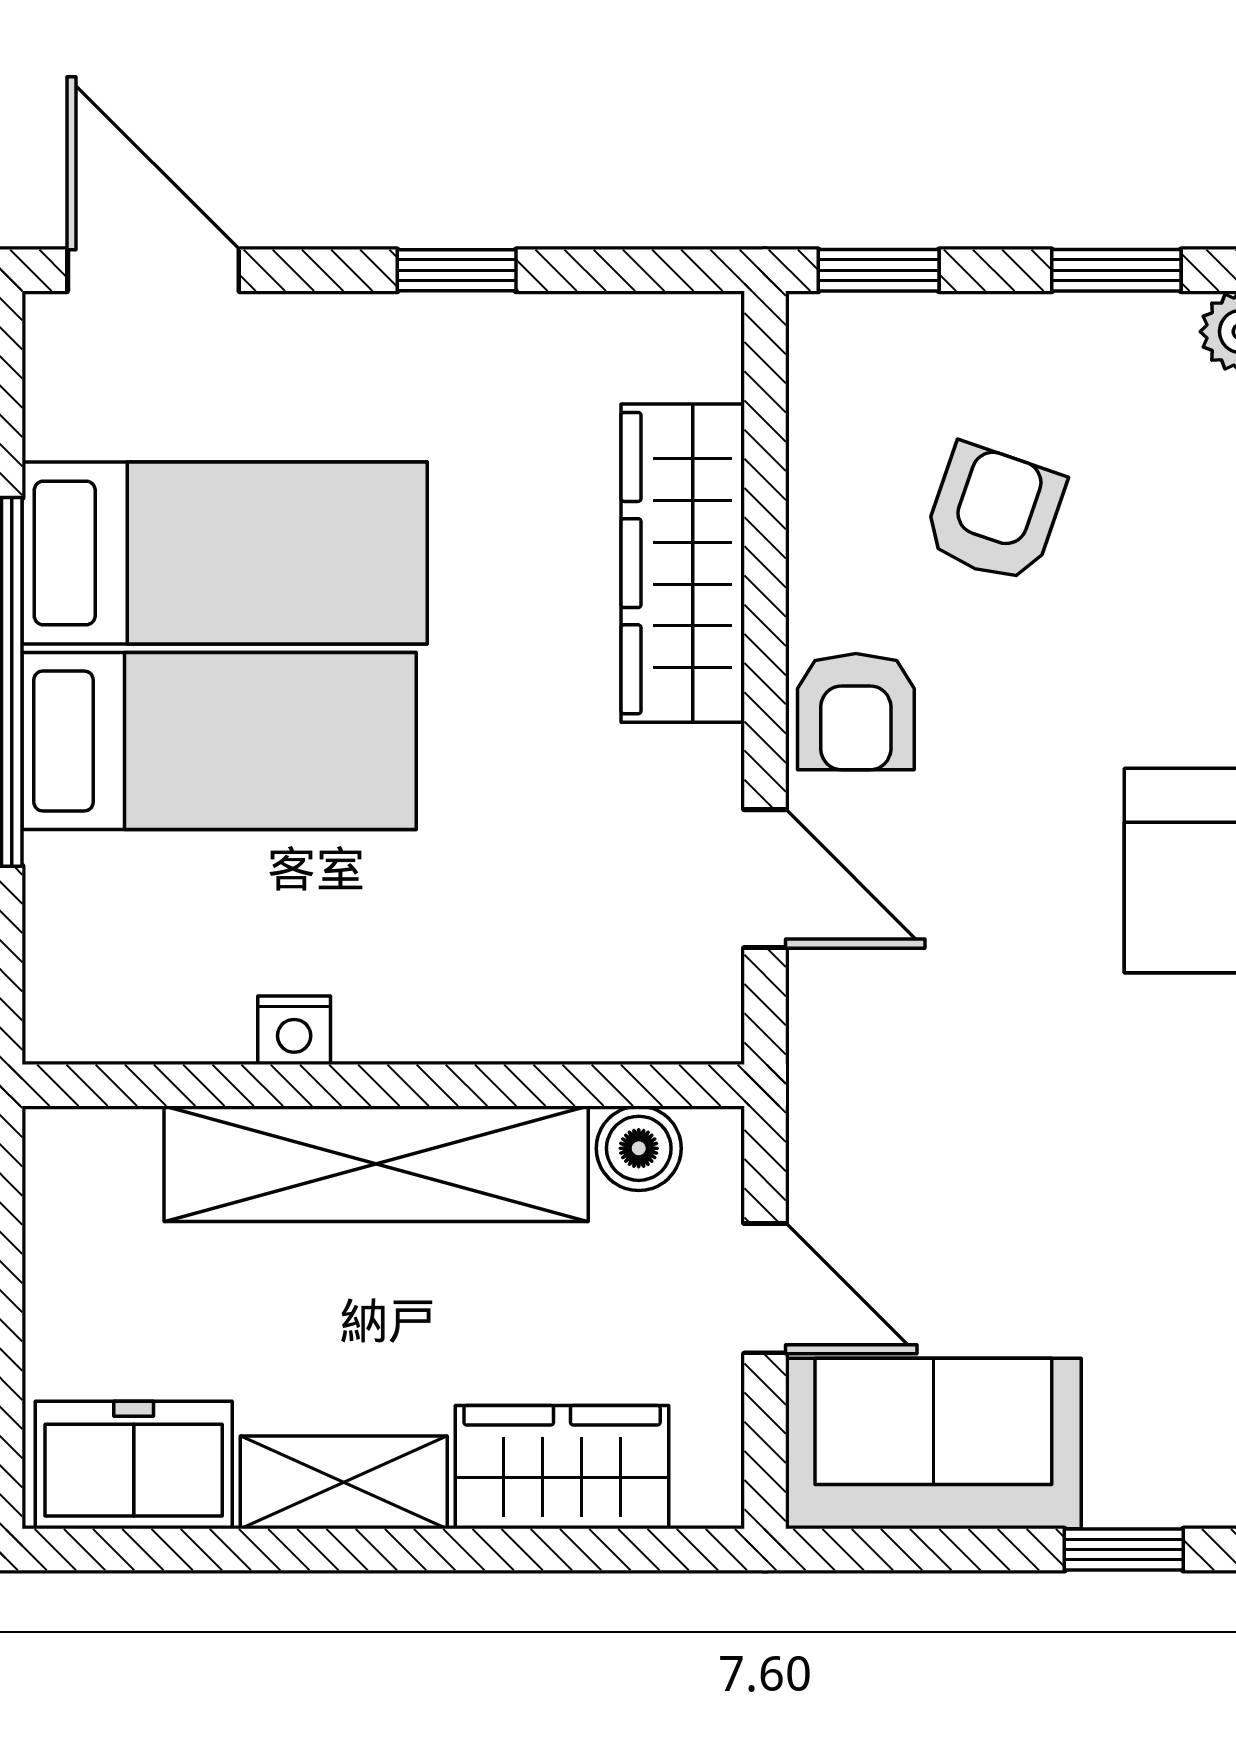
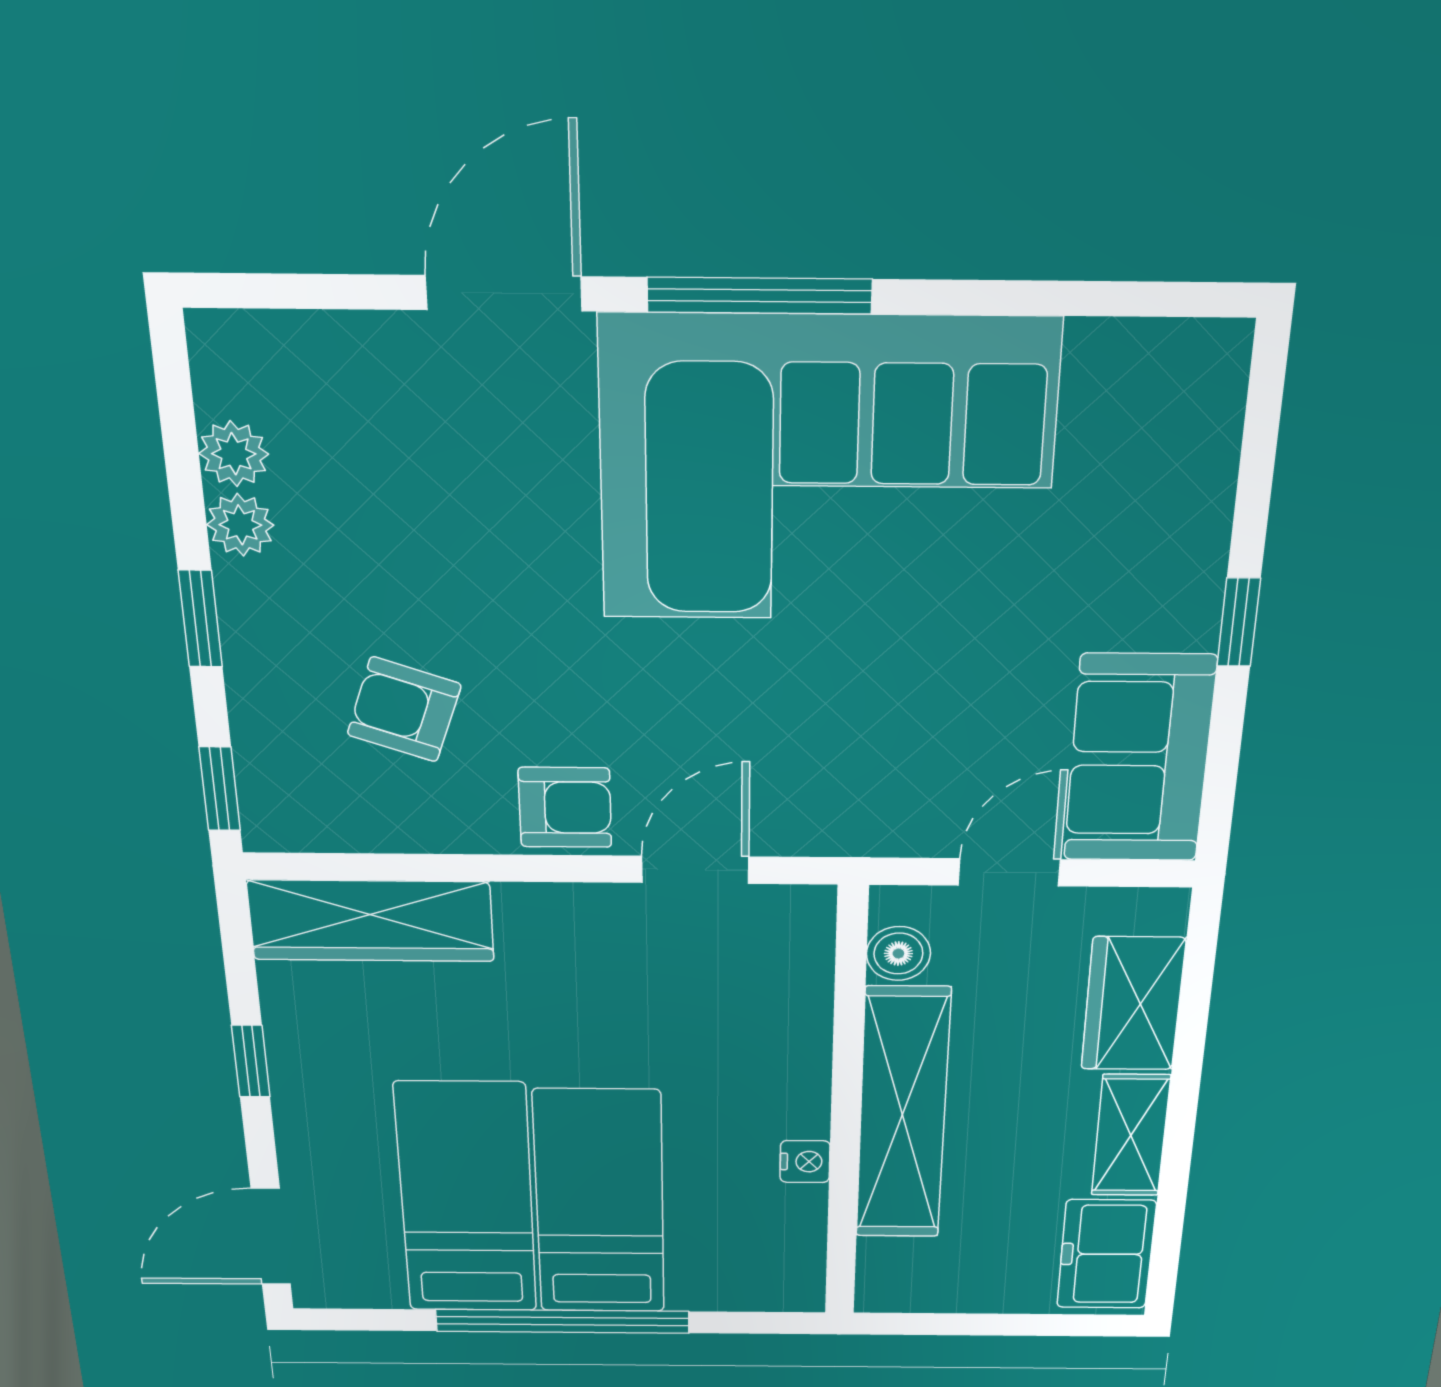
wardrobe: (683, 563) -> (371, 921), moved

